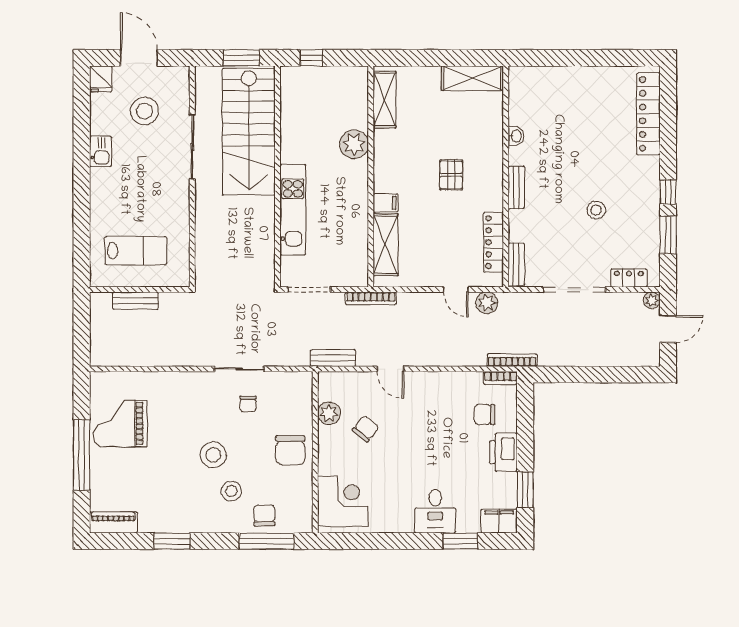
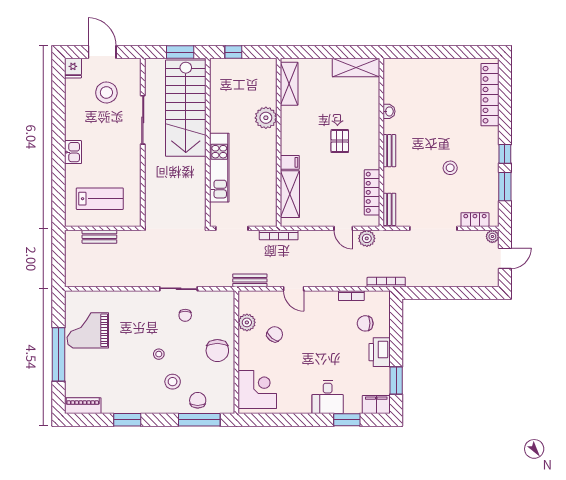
kitchen sink: (101, 151) -> (73, 152), moved
bookcase: (501, 378) -> (351, 296), moved
stool: (213, 455) -> (159, 354), width x0.53, depth x0.53

